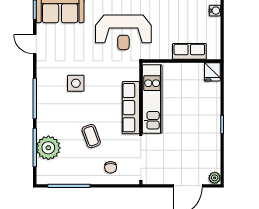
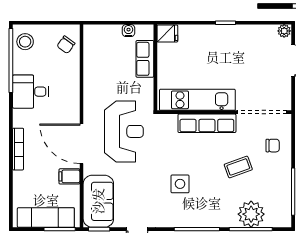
water cooler: (215, 11) -> (128, 31), moved

